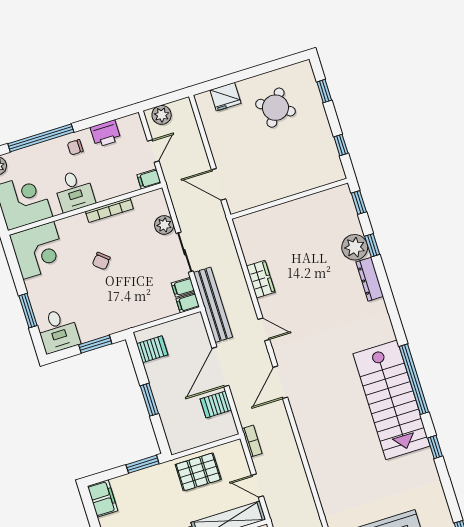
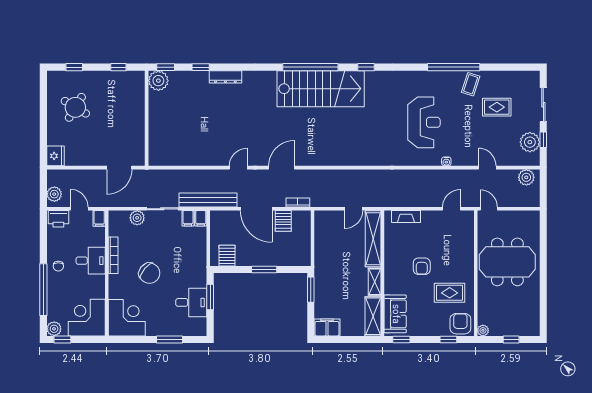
fridge: (225, 97) -> (55, 156), moved
printer: (106, 134) -> (58, 219), moved, turned 90
desk: (74, 191) -> (91, 261), moved
plant: (355, 247) -> (158, 81), moved
chair: (101, 261) -> (149, 273), width x1.87, depth x1.87
wardrobe: (261, 279) -> (200, 158), removed
desk: (58, 331) -> (191, 302), moved
door: (280, 382) -> (282, 168), swing flipped
bookcase: (252, 441) -> (298, 202), moved
pallet: (198, 472) -> (330, 250), removed

